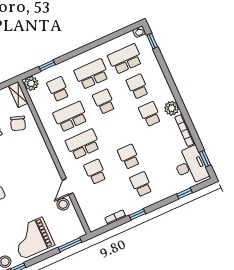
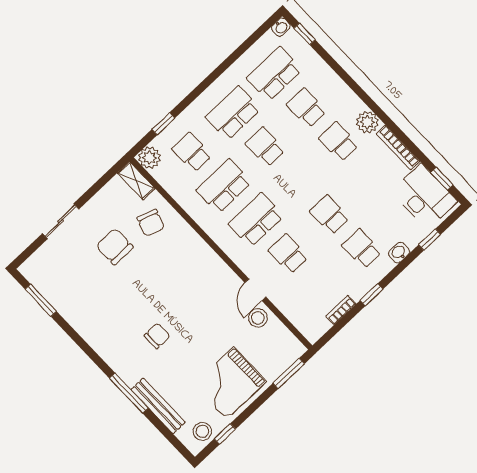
washbasin: (163, 195) -> (399, 253), added

